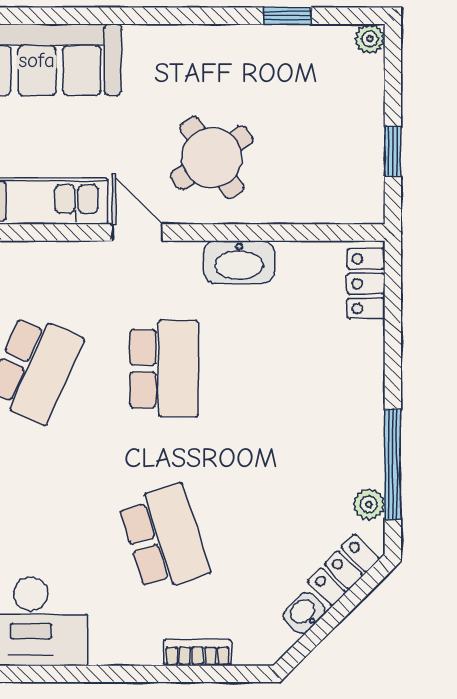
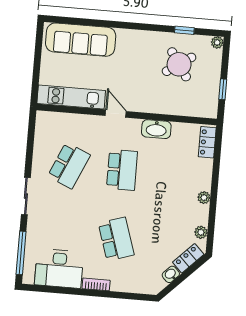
round table: (212, 158) -> (179, 64), moved
plant: (369, 419) -> (204, 198), added
window: (393, 464) -> (212, 217), removed
bookcase: (198, 653) -> (96, 284), moved

